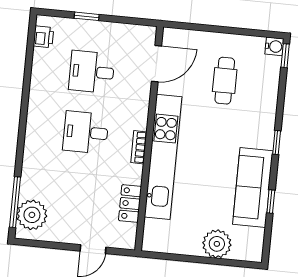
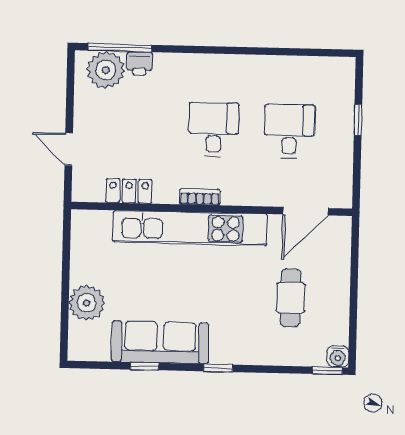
printer: (43, 37) -> (140, 63), moved
door: (156, 64) -> (306, 211), hinge flipped
cafe table: (225, 81) -> (291, 298), turned 90

